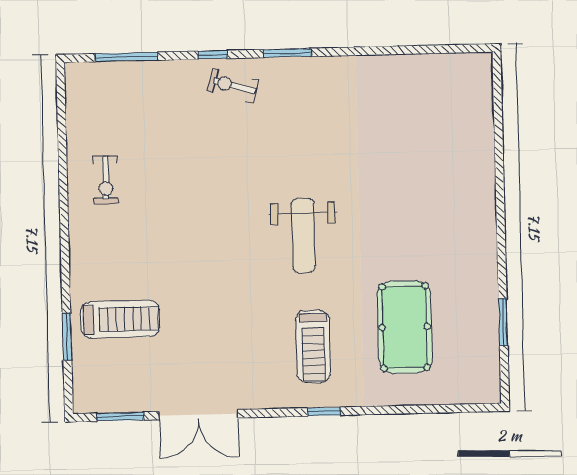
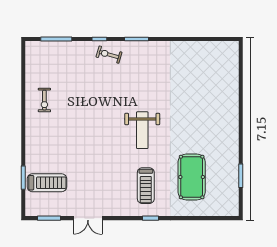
treadmill: (120, 319) -> (47, 183), moved
double door: (198, 415) -> (88, 218), width x0.73

